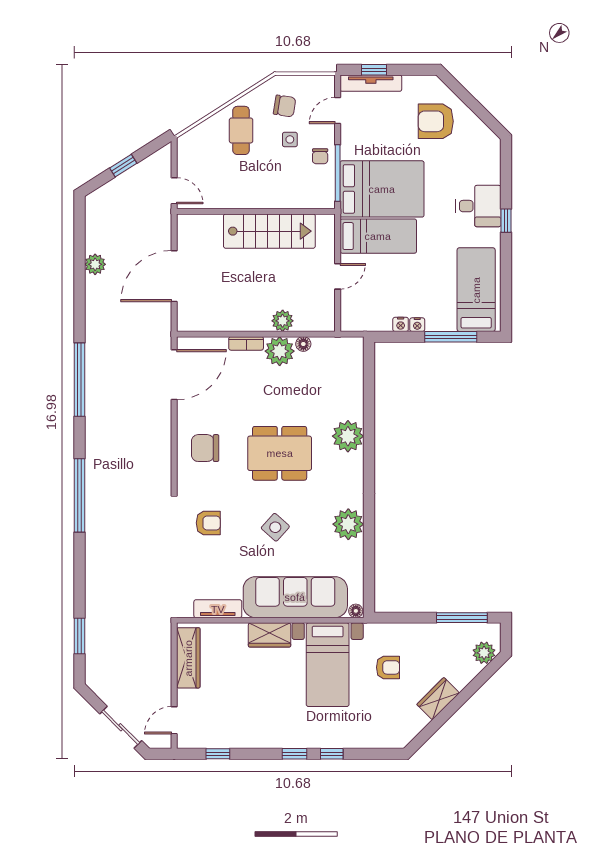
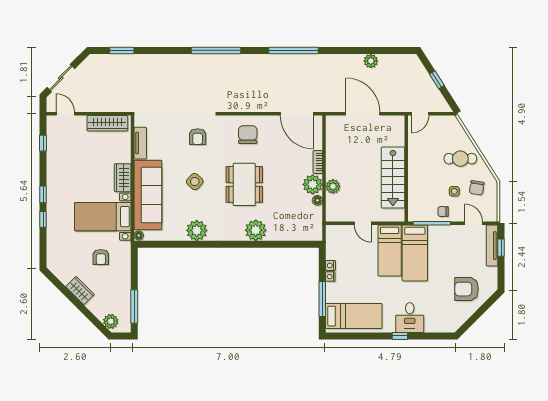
armchair: (436, 121) -> (466, 289), turned -90
bed: (382, 189) -> (415, 253), width x0.67

